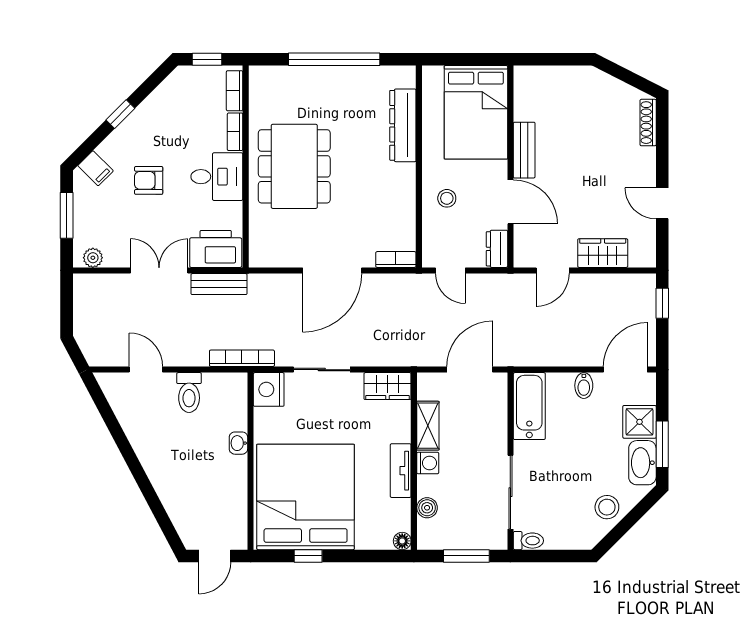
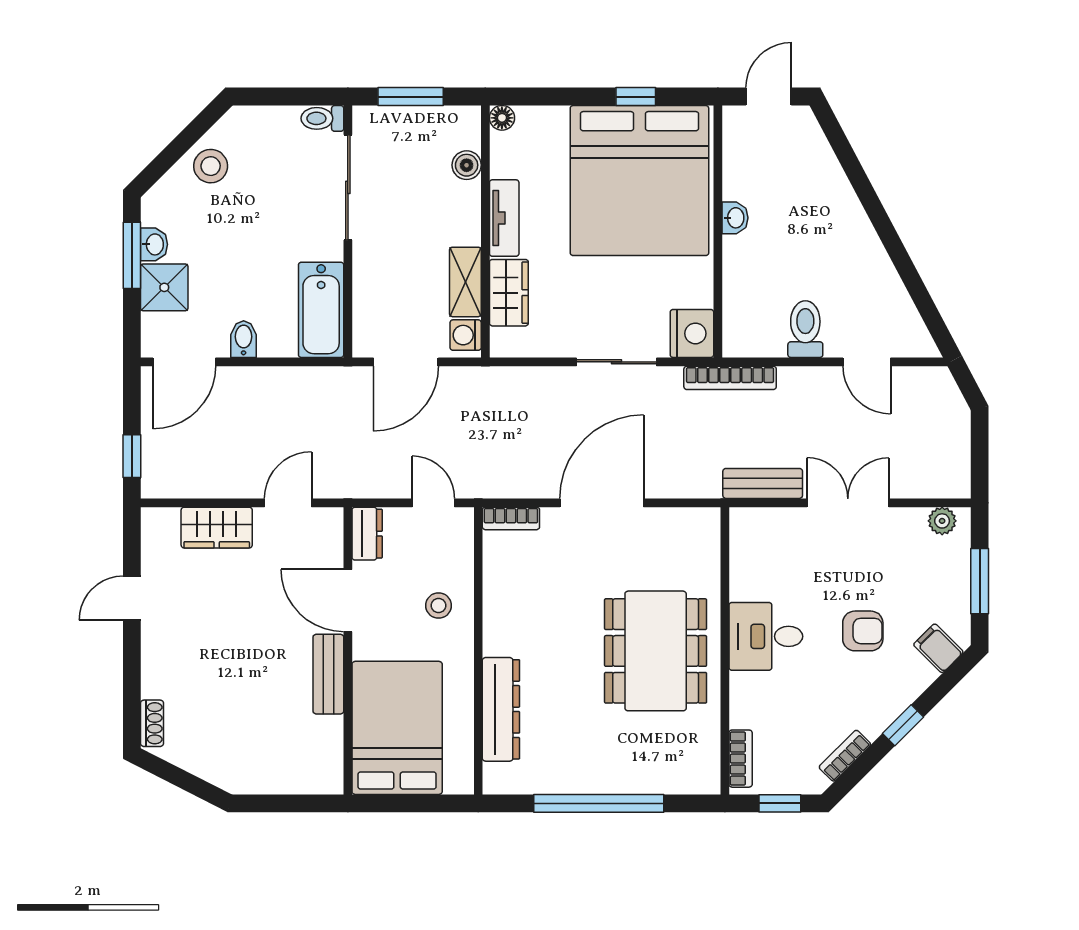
shoe rack: (648, 123) -> (152, 723), width x0.70
bookcase: (235, 132) -> (845, 756), moved, turned -135
door: (662, 203) -> (132, 598), swing flipped
printer: (216, 249) -> (767, 533), removed
double door: (159, 270) -> (848, 503), swing flipped
wardrobe: (387, 386) -> (509, 293), moved, turned 90
washbasin: (238, 443) -> (735, 218), moved
washing machine: (428, 463) -> (466, 335), moved
washbasin: (642, 463) -> (154, 244), width x0.52, depth x0.69

